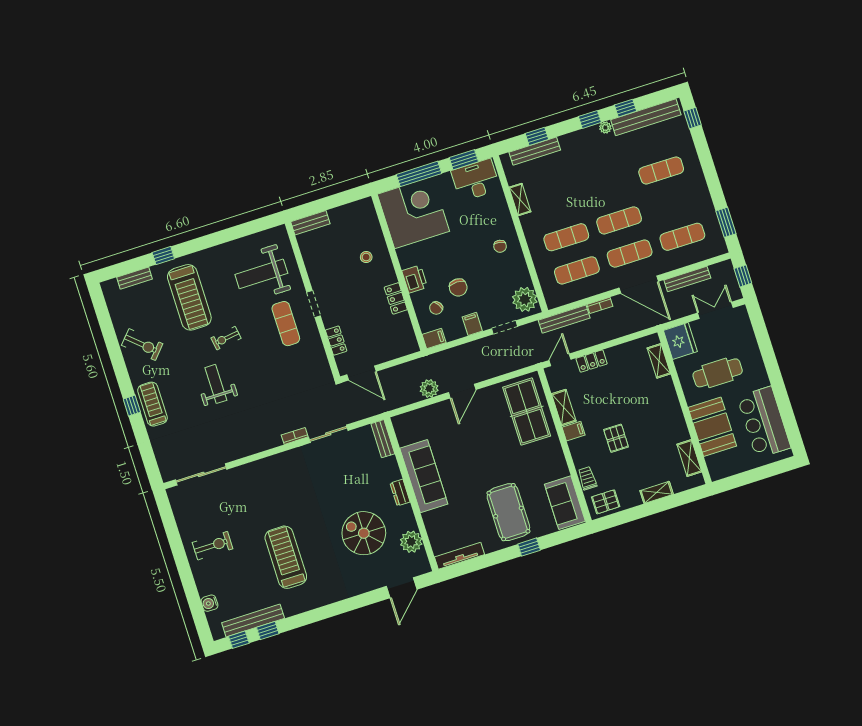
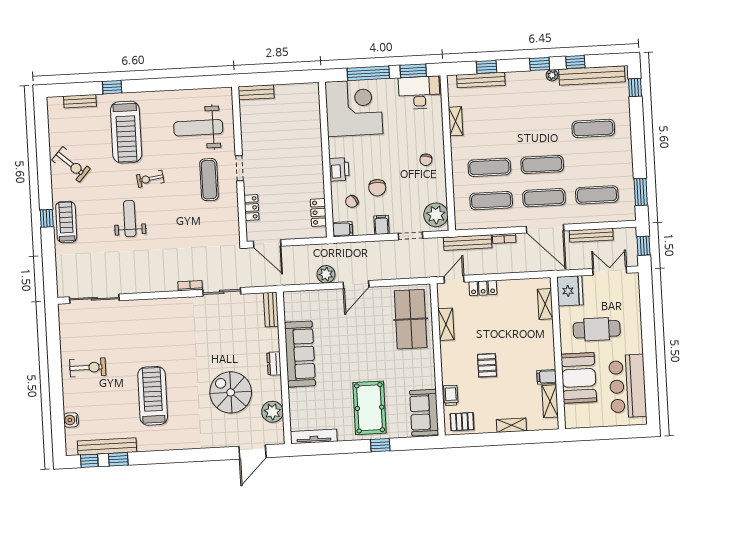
stool: (366, 257) -> (299, 137), removed
locker: (396, 298) -> (318, 212), moved
filing cabinet: (574, 431) -> (547, 377), moved, turned 180

